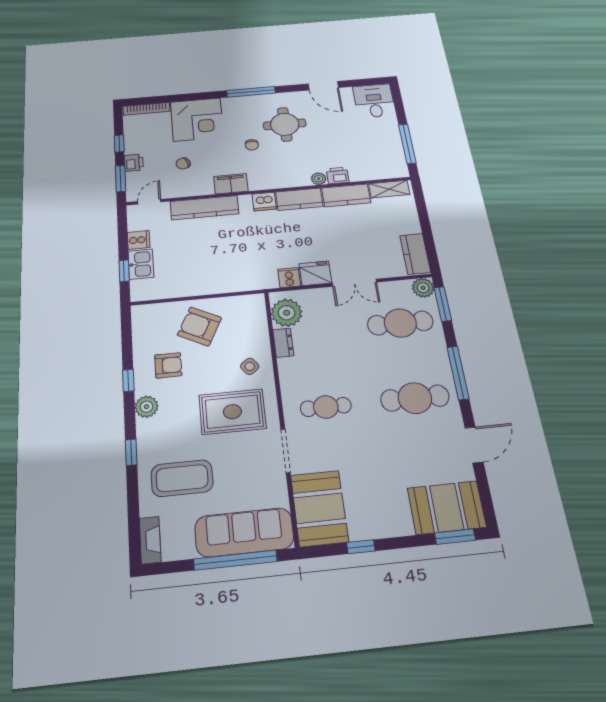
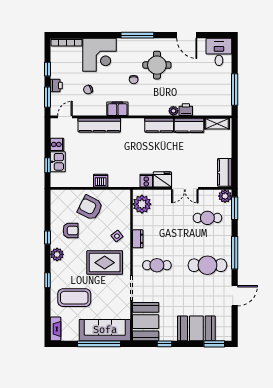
dishwasher: (264, 202) -> (101, 181), moved, turned 180
cafe table: (400, 323) -> (207, 218), width x0.73, depth x0.74
dresser: (283, 343) -> (138, 239), moved
booth: (447, 508) -> (196, 328), moved

